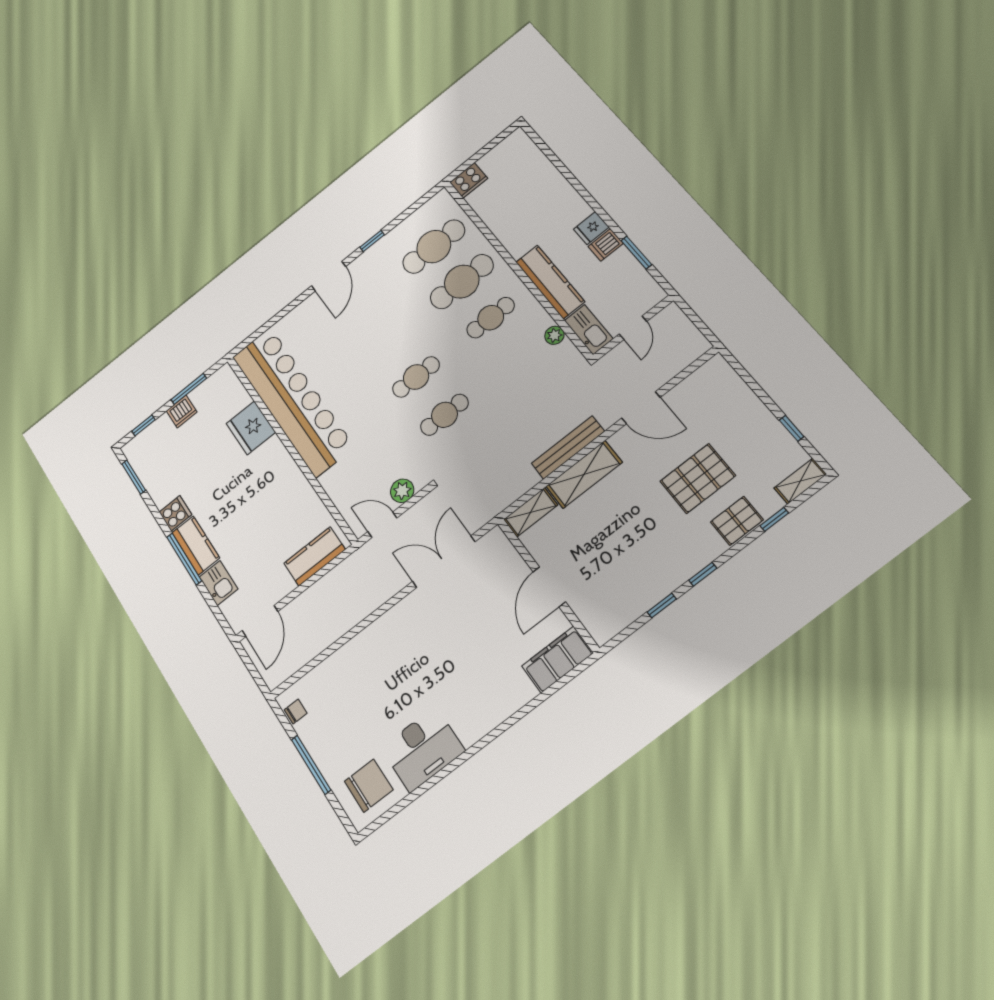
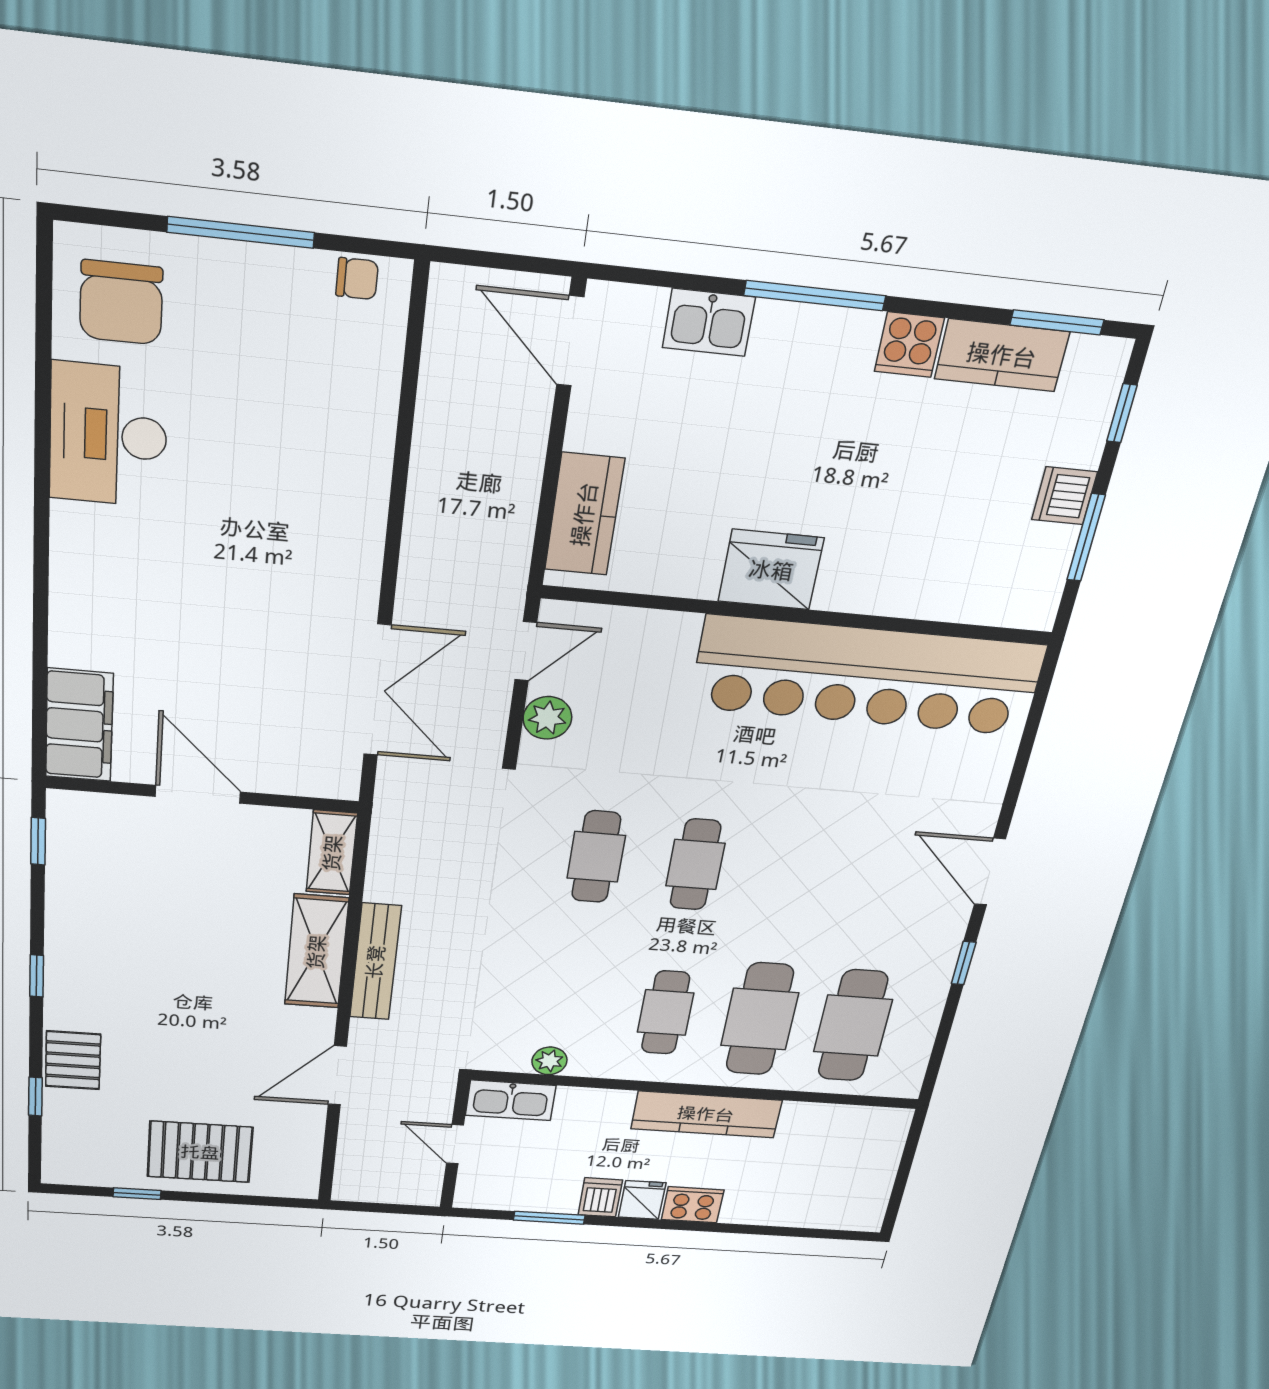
cooker: (469, 180) -> (693, 1205), moved, turned 90
kitchen counter: (550, 282) -> (706, 1114), moved
fridge: (251, 428) -> (771, 570), moved
pallet: (698, 478) -> (200, 1152), moved, turned 90
shelving: (800, 481) -> (59, 1154), removed
kitchen counter: (196, 545) -> (1002, 355), moved
window: (662, 606) -> (38, 841), moved
chair: (296, 711) -> (357, 279), turned -90

